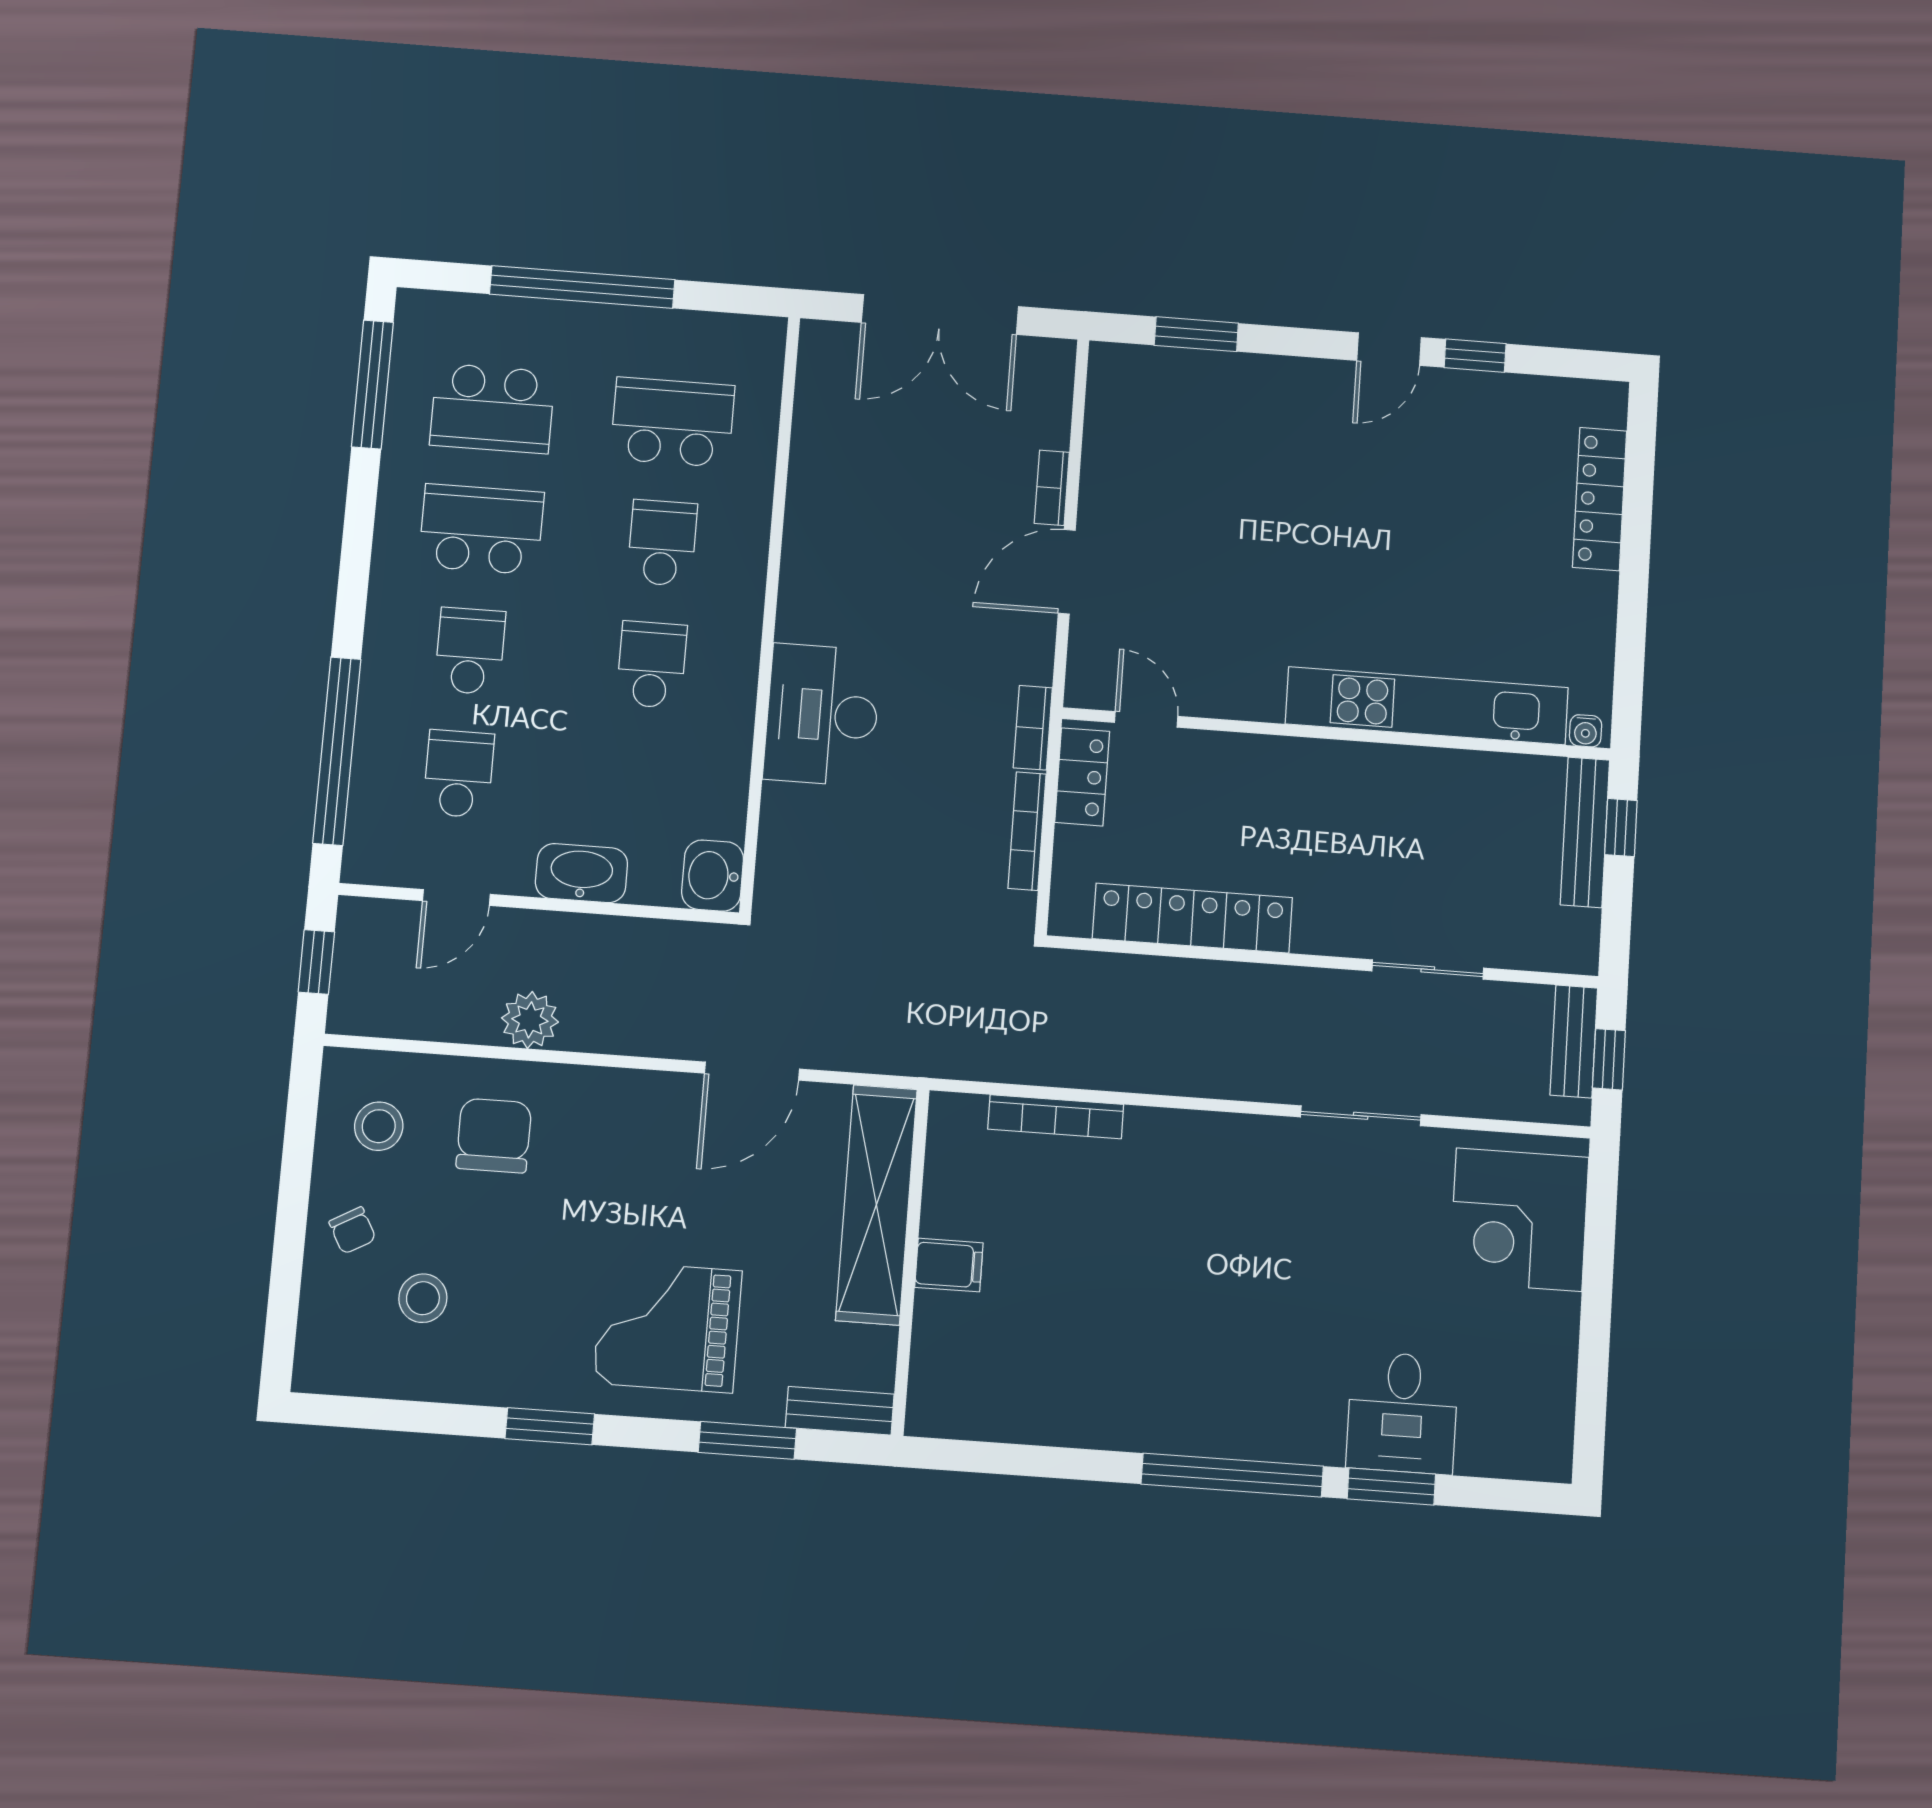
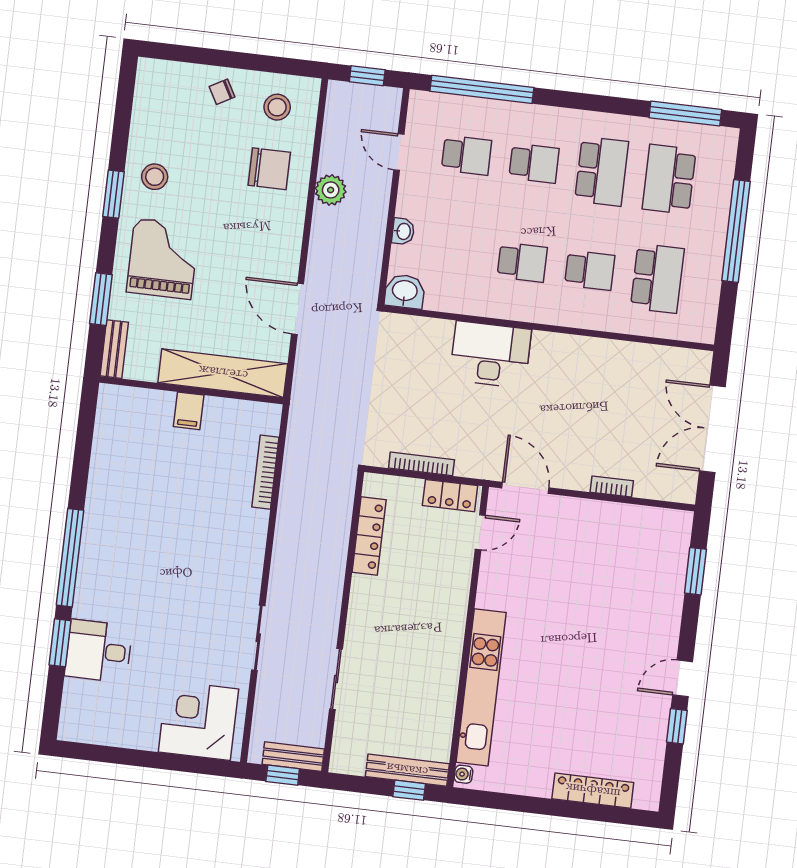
door: (1389, 349) -> (683, 678), hinge flipped
door: (1067, 572) -> (525, 488), moved
bookcase: (1033, 728) -> (478, 470), removed
washbasin: (581, 873) -> (403, 231), width x0.52, depth x0.69
locker: (1192, 918) -> (369, 536), width x0.71, depth x0.83
stool: (423, 1298) -> (155, 177), moved

